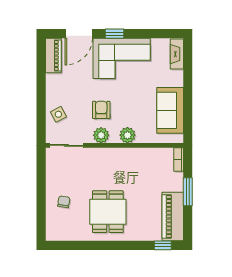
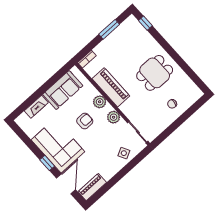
door: (79, 34) -> (66, 184), hinge flipped
fireplace: (177, 54) -> (36, 107), moved
armchair: (101, 110) -> (85, 121), moved, turned 180
window: (188, 192) -> (109, 29), moved
piano: (173, 217) -> (111, 87), moved, turned -90

